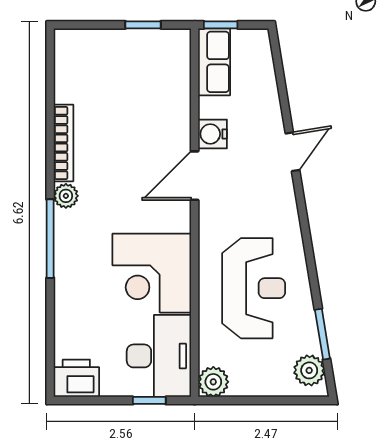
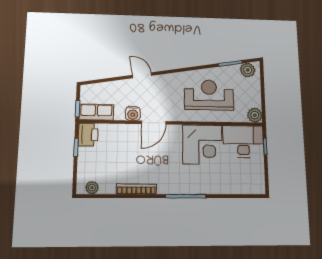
door: (195, 176) -> (154, 123), hinge flipped
plant: (66, 196) -> (92, 188), moved
printer: (76, 378) -> (88, 135), moved, turned 180

